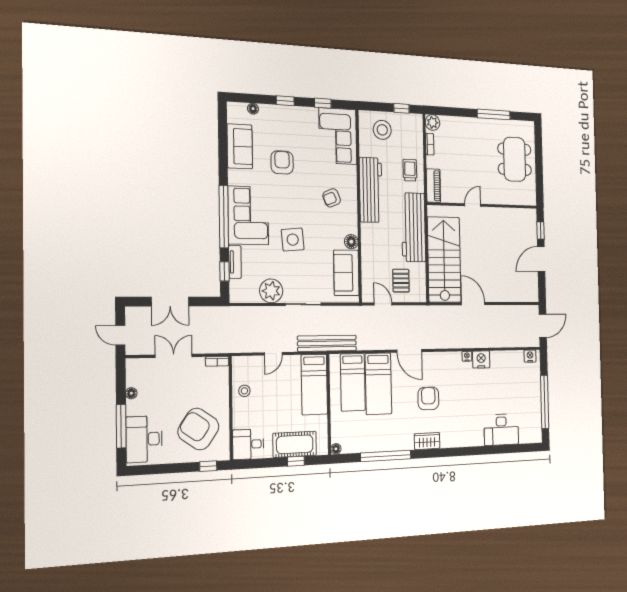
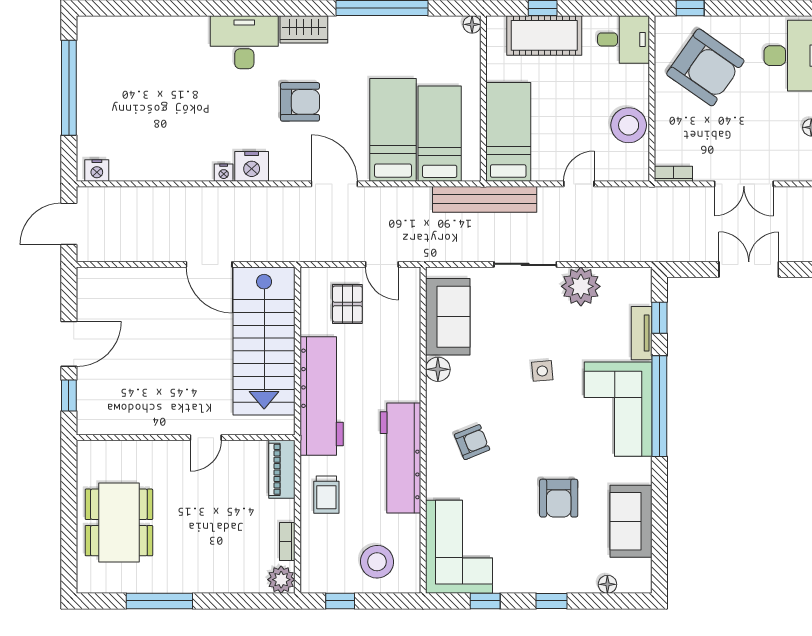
side table: (293, 240) -> (542, 371), width x0.54, depth x0.54
nightstand: (481, 359) -> (252, 166), moved
stool: (244, 391) -> (629, 125), width x1.89, depth x1.89
armchair: (428, 398) -> (300, 102), turned -90
desk: (501, 430) -> (244, 42), moved

